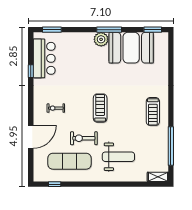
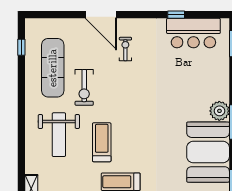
treadmill: (100, 108) -> (102, 142), moved, turned -90
door: (31, 137) -> (101, 15), moved
exercise bike: (84, 138) -> (84, 87), turned 180

